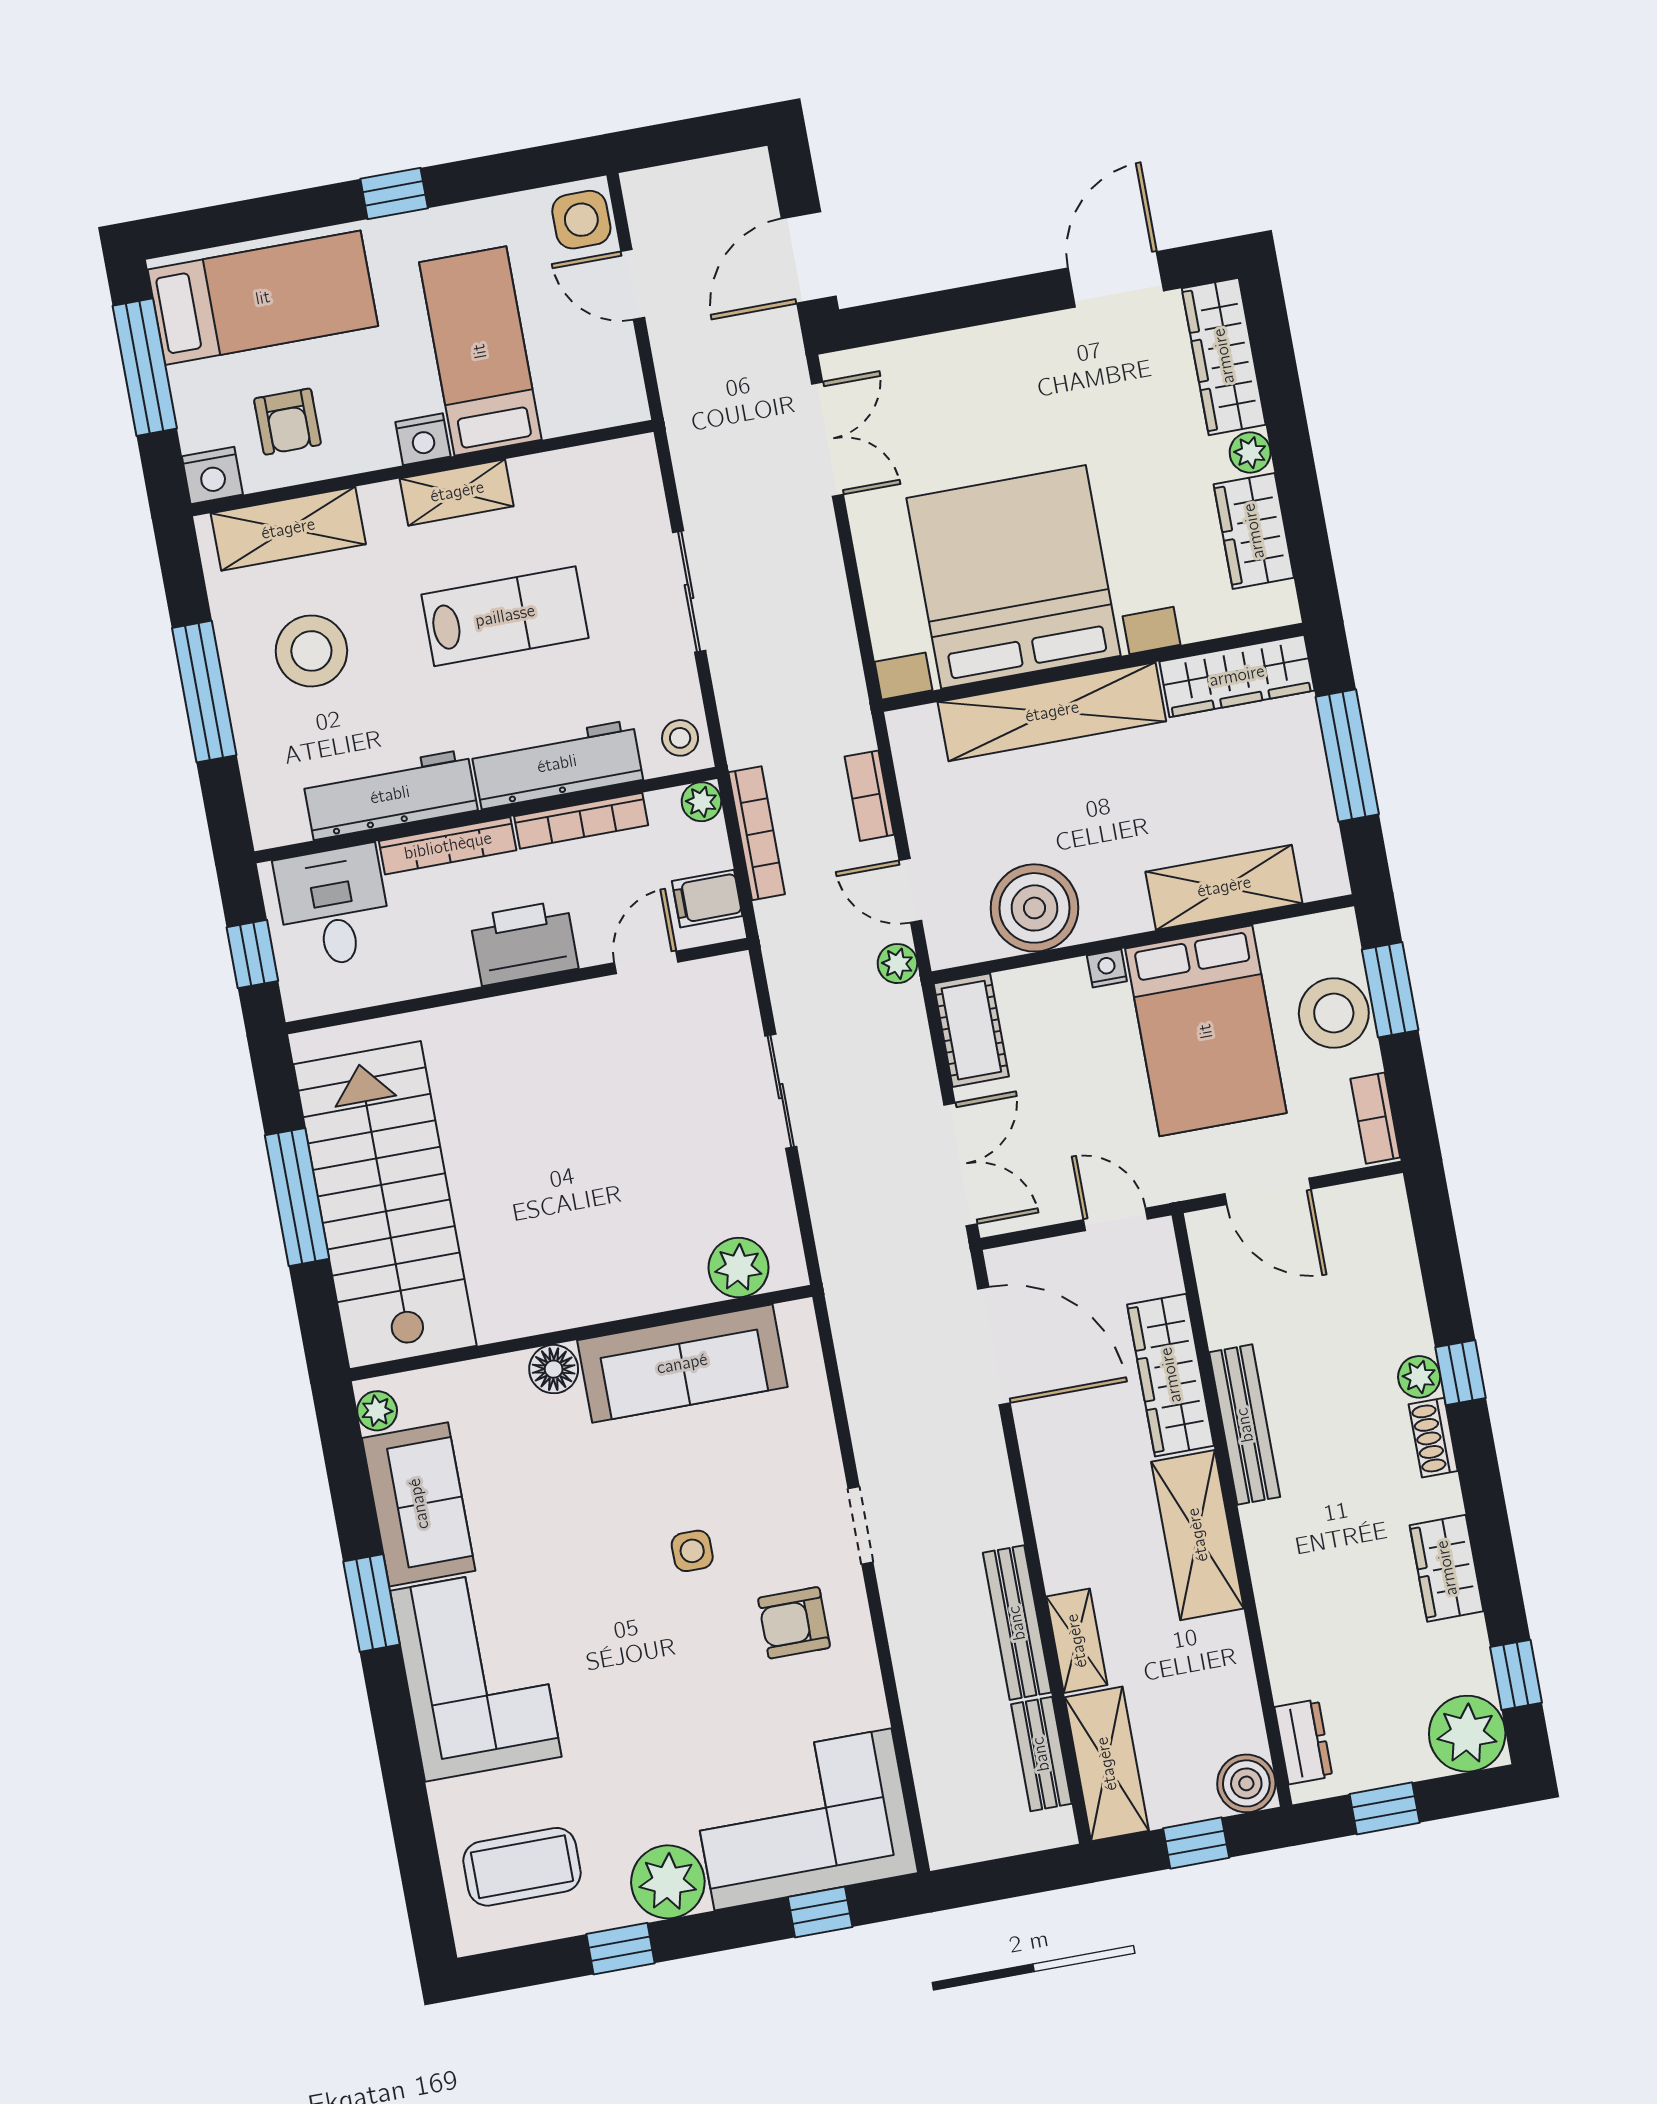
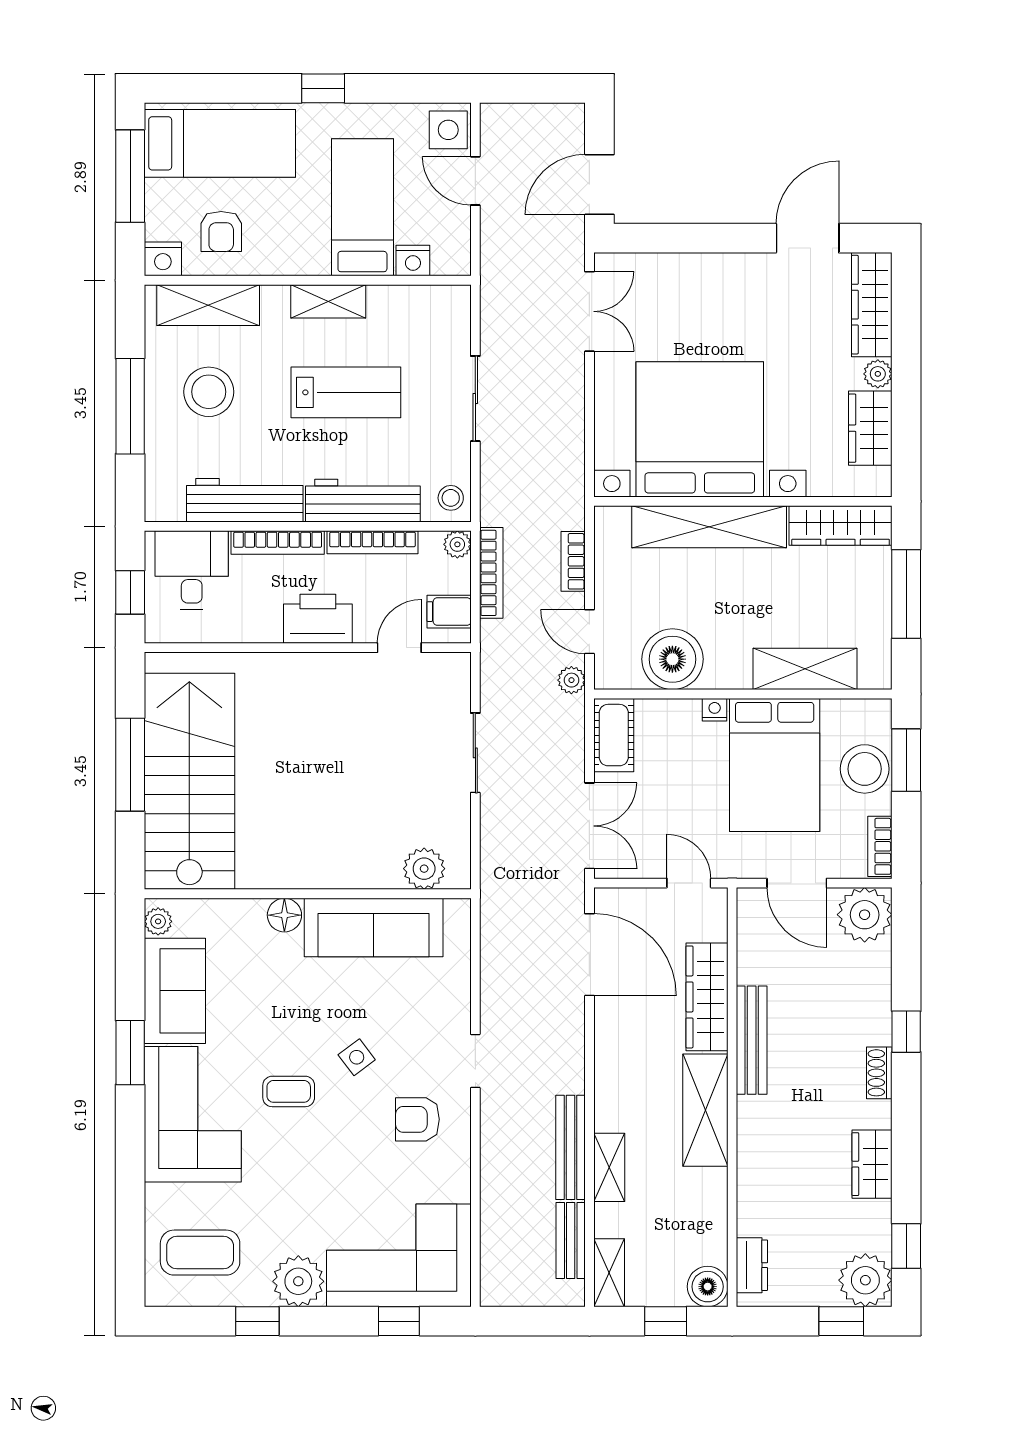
nightstand: (423, 439) -> (413, 261), moved
plant: (1419, 1377) -> (865, 915), moved, width x1.88, depth x1.88
side table: (692, 1551) -> (357, 1057), turned -37
coffee table: (605, 1617) -> (289, 1091), added
shelving: (1107, 1764) -> (609, 1273), width x0.67, depth x0.75
window: (1385, 1808) -> (841, 1321), moved

